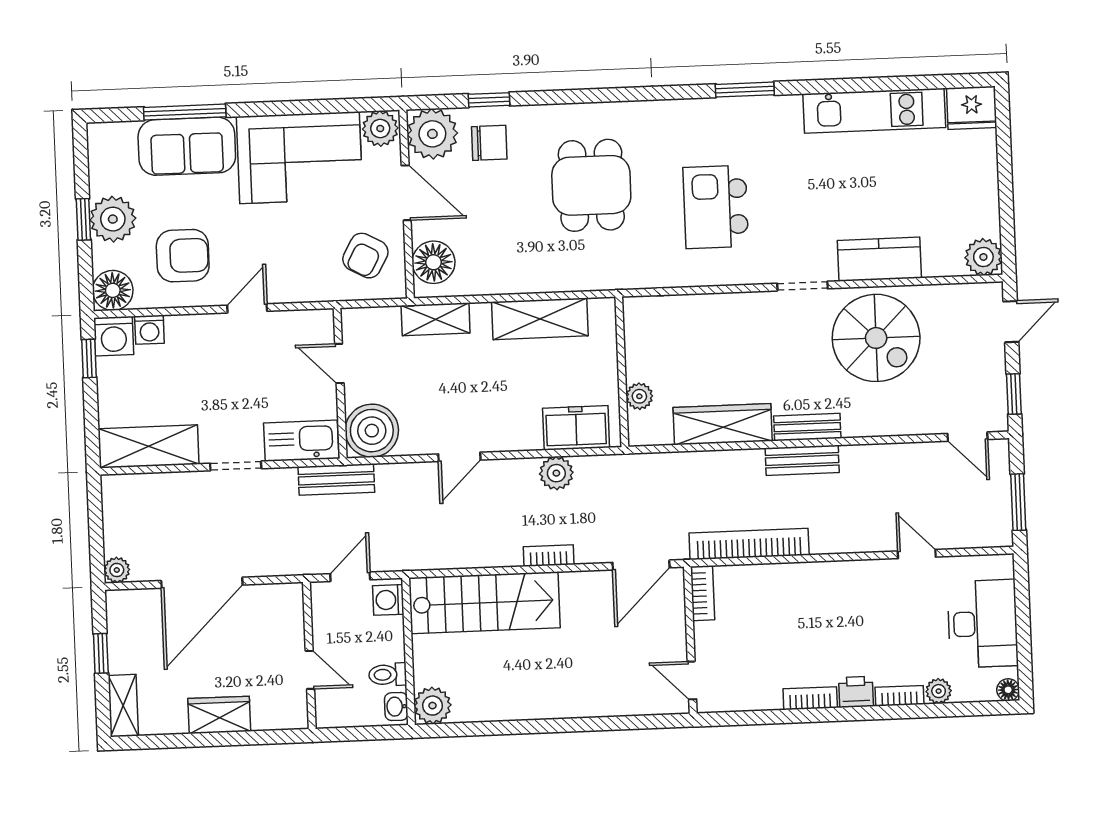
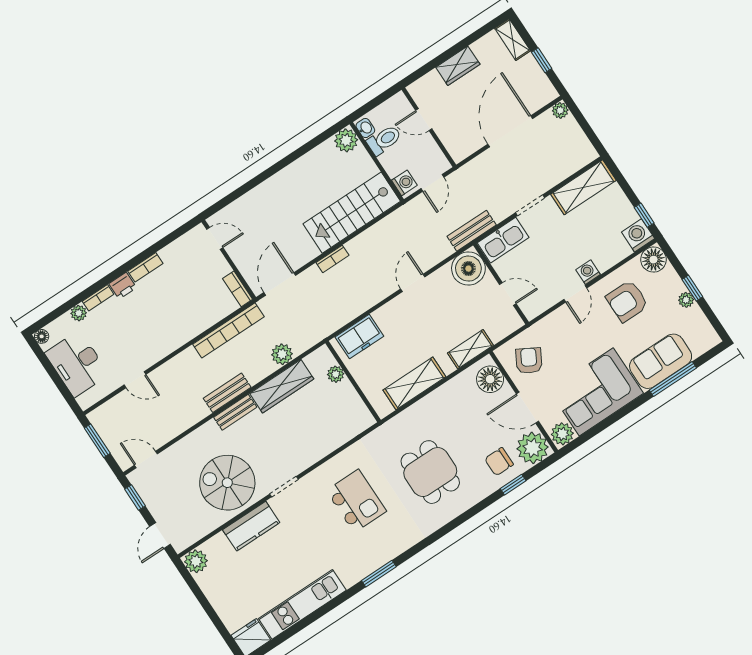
plant: (113, 219) -> (686, 300), width x0.53, depth x0.53
washing machine: (149, 330) -> (588, 272), moved
plant: (556, 473) -> (282, 354), moved
toilet: (388, 675) -> (384, 140), width x1.37, depth x1.39

